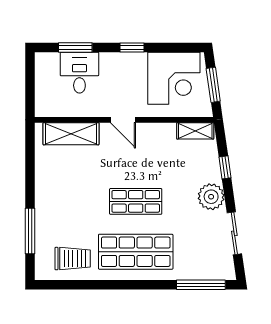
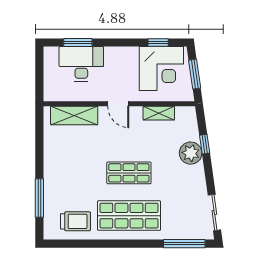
window: (132, 48) -> (158, 42), moved
desk: (79, 73) -> (81, 64), width x1.37
shelving: (195, 131) -> (159, 113), moved
plant: (211, 197) -> (191, 153), moved
sliding door: (234, 233) -> (214, 212), moved

